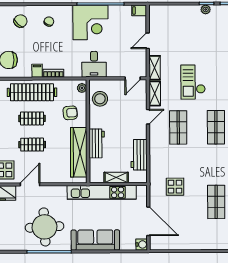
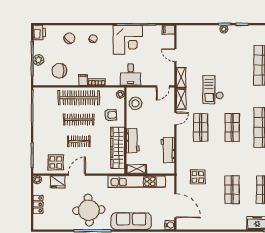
door: (148, 41) -> (175, 55), hinge flipped
clothes rail: (32, 118) -> (79, 120), width x1.36
shelving: (116, 177) -> (136, 169), moved

